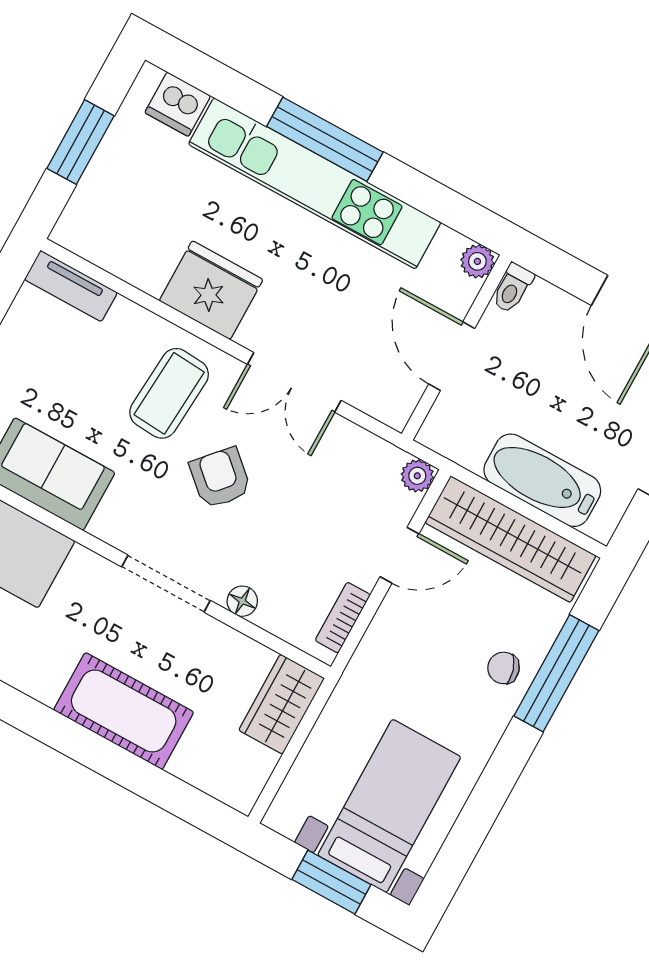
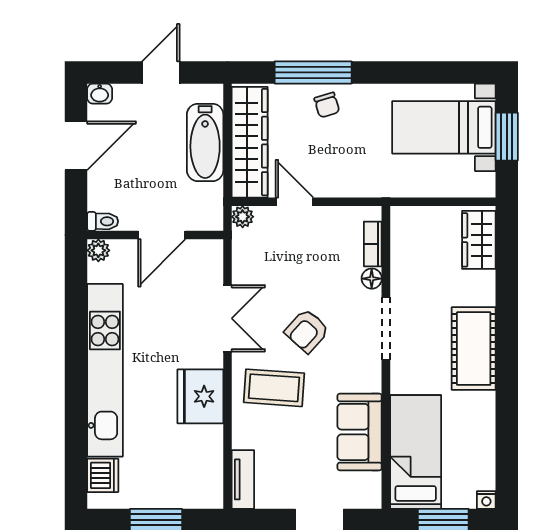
window: (325, 139) -> (76, 378), removed
bookcase: (343, 618) -> (373, 244), moved, turned 90
wardrobe: (282, 704) -> (479, 240), moved, turned 90
cot: (124, 711) -> (474, 349), moved

